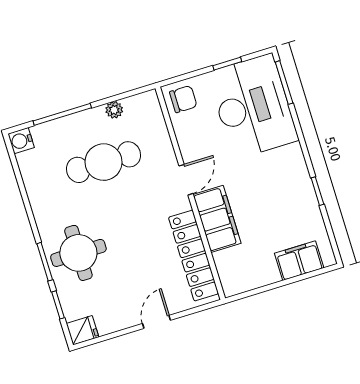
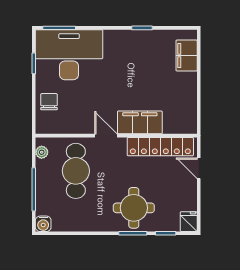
door: (186, 180) -> (106, 136), moved
wall: (190, 193) -> (116, 136), moved
filing cabinet: (217, 219) -> (140, 122), moved
locker: (194, 255) -> (160, 147), moved

